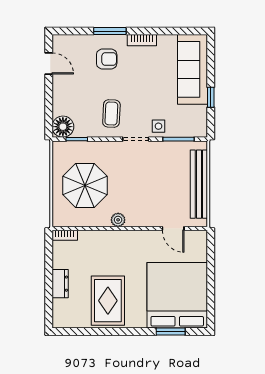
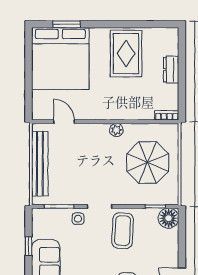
coffee table: (111, 114) -> (123, 231), width x1.36, depth x1.30

